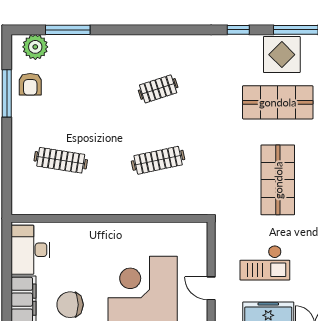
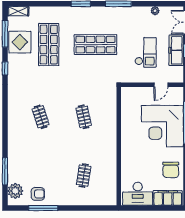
clothes rail: (61, 160) -> (84, 176), width x0.73
clothes rail: (158, 160) -> (84, 117), width x0.73

